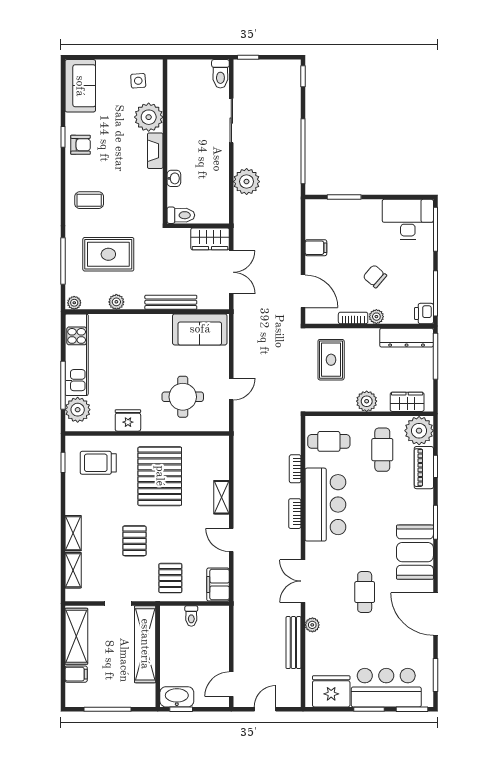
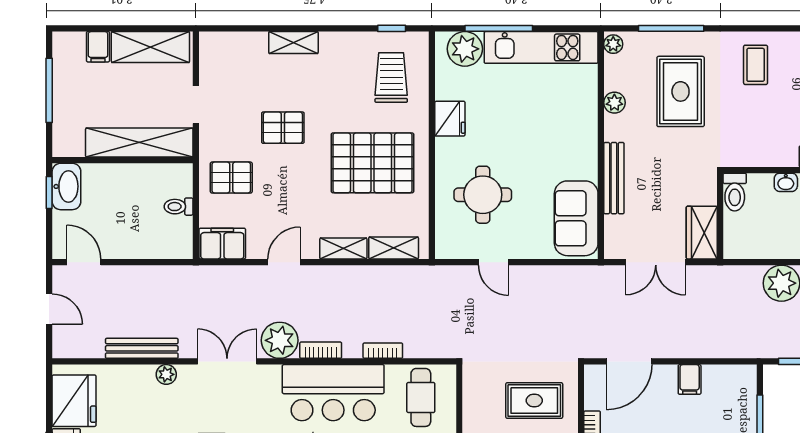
plant: (288, 543) -> (280, 340), added
shelving: (73, 570) -> (394, 248), moved

